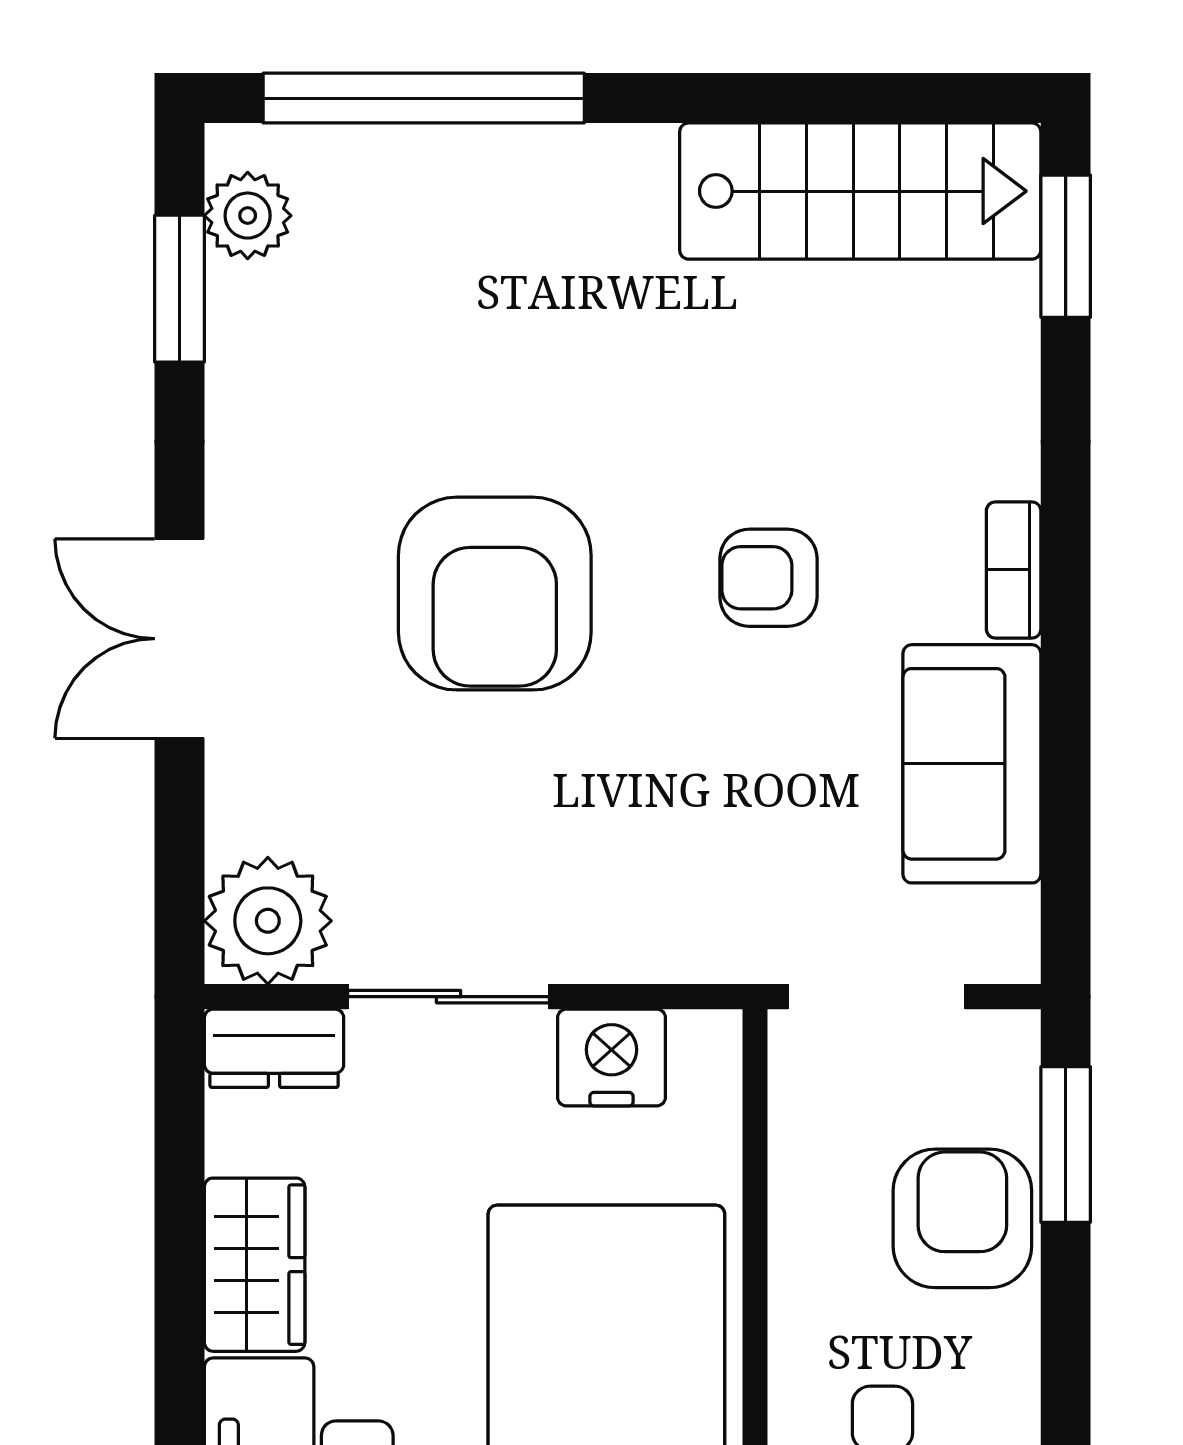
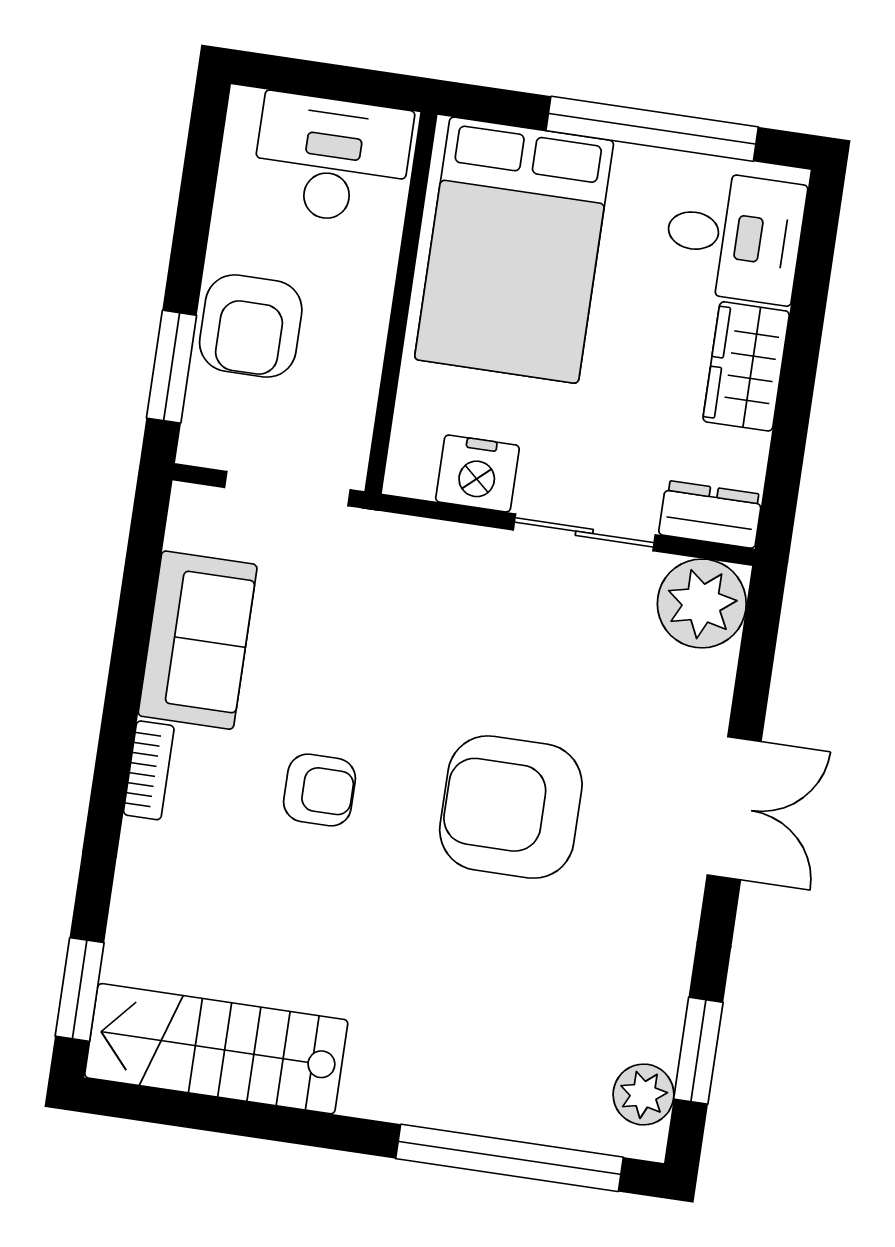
armchair: (495, 594) -> (511, 807), turned -90

